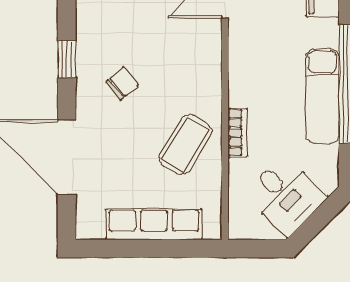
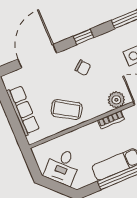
plant: (206, 47) -> (116, 100), added
bookcase: (238, 133) -> (111, 120), moved

